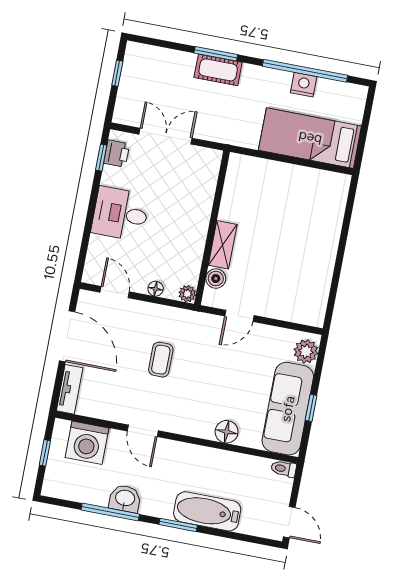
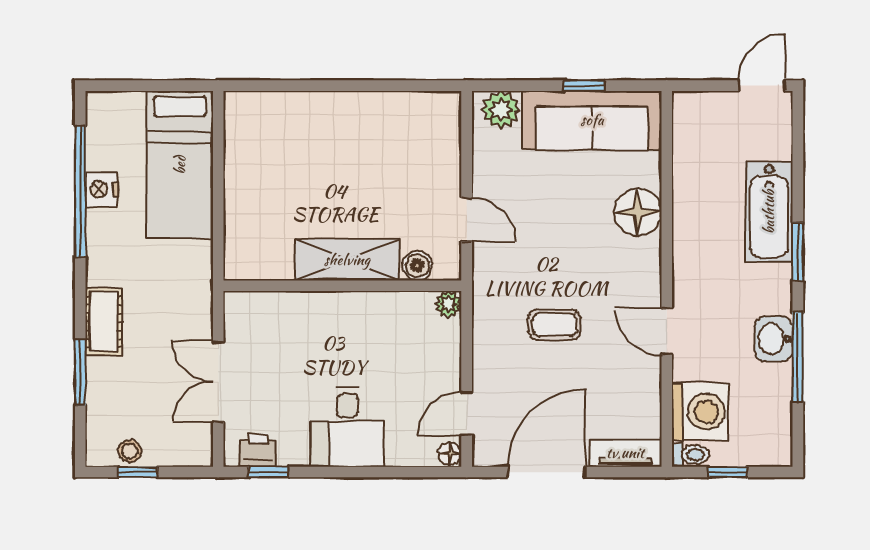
window: (216, 54) -> (80, 372), moved
stool: (132, 71) -> (130, 451), added
shelving: (223, 245) -> (347, 260), width x1.50, depth x1.33
floor lamp: (156, 289) -> (450, 454), moved
door: (143, 431) -> (667, 332), swing flipped
floor lamp: (227, 432) -> (638, 212), width x1.38, depth x1.38
toilet: (284, 469) -> (690, 455), moved, turned -90

